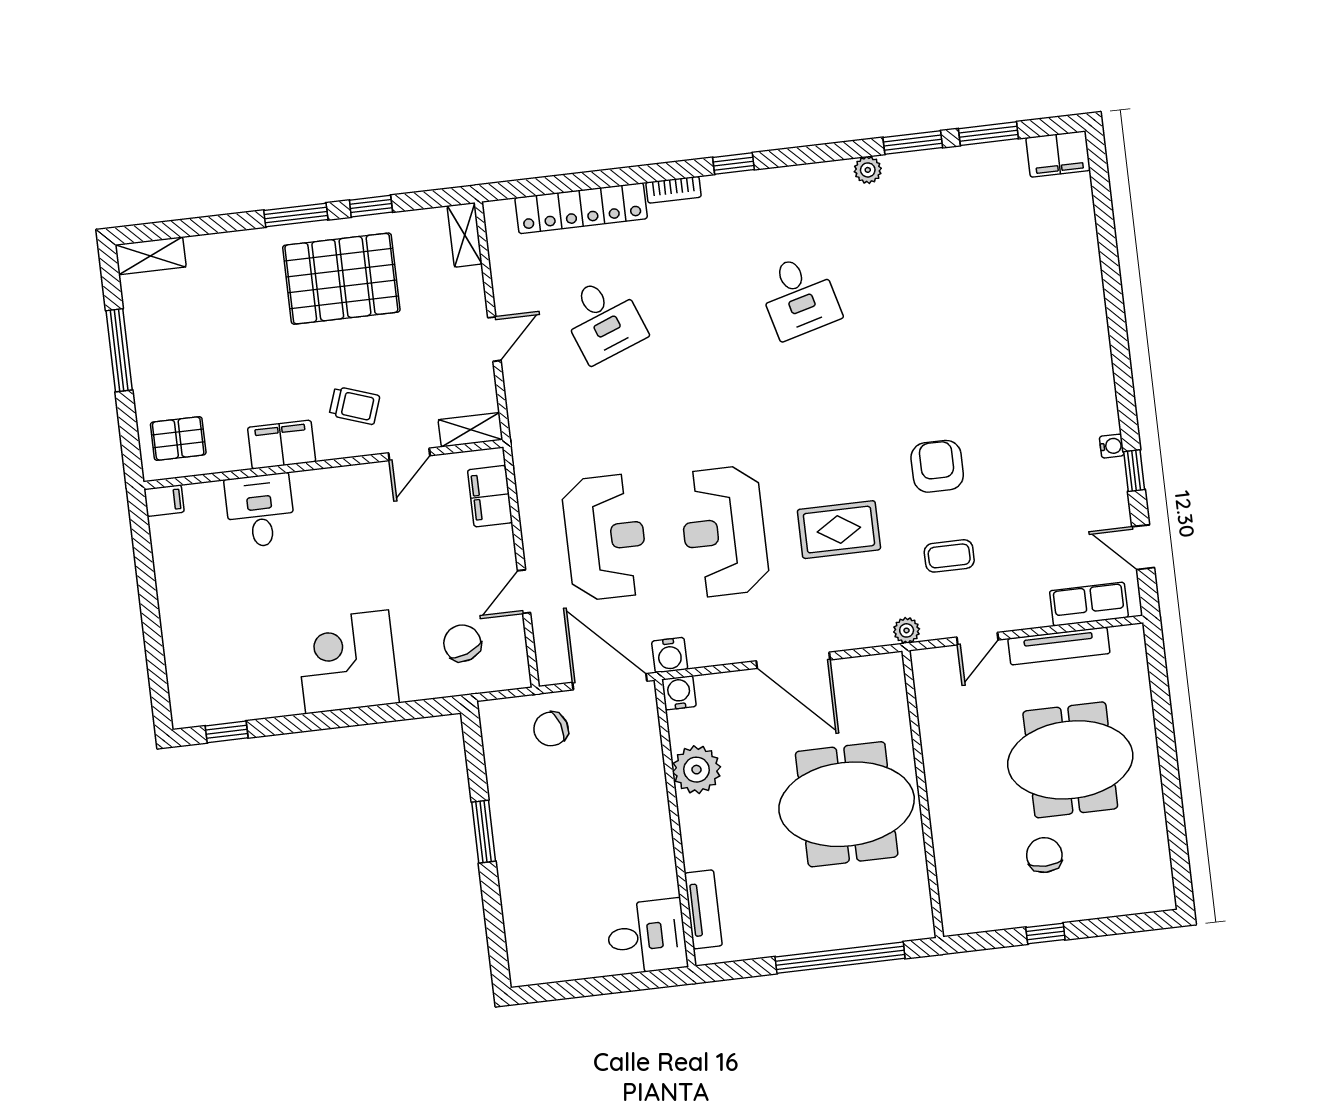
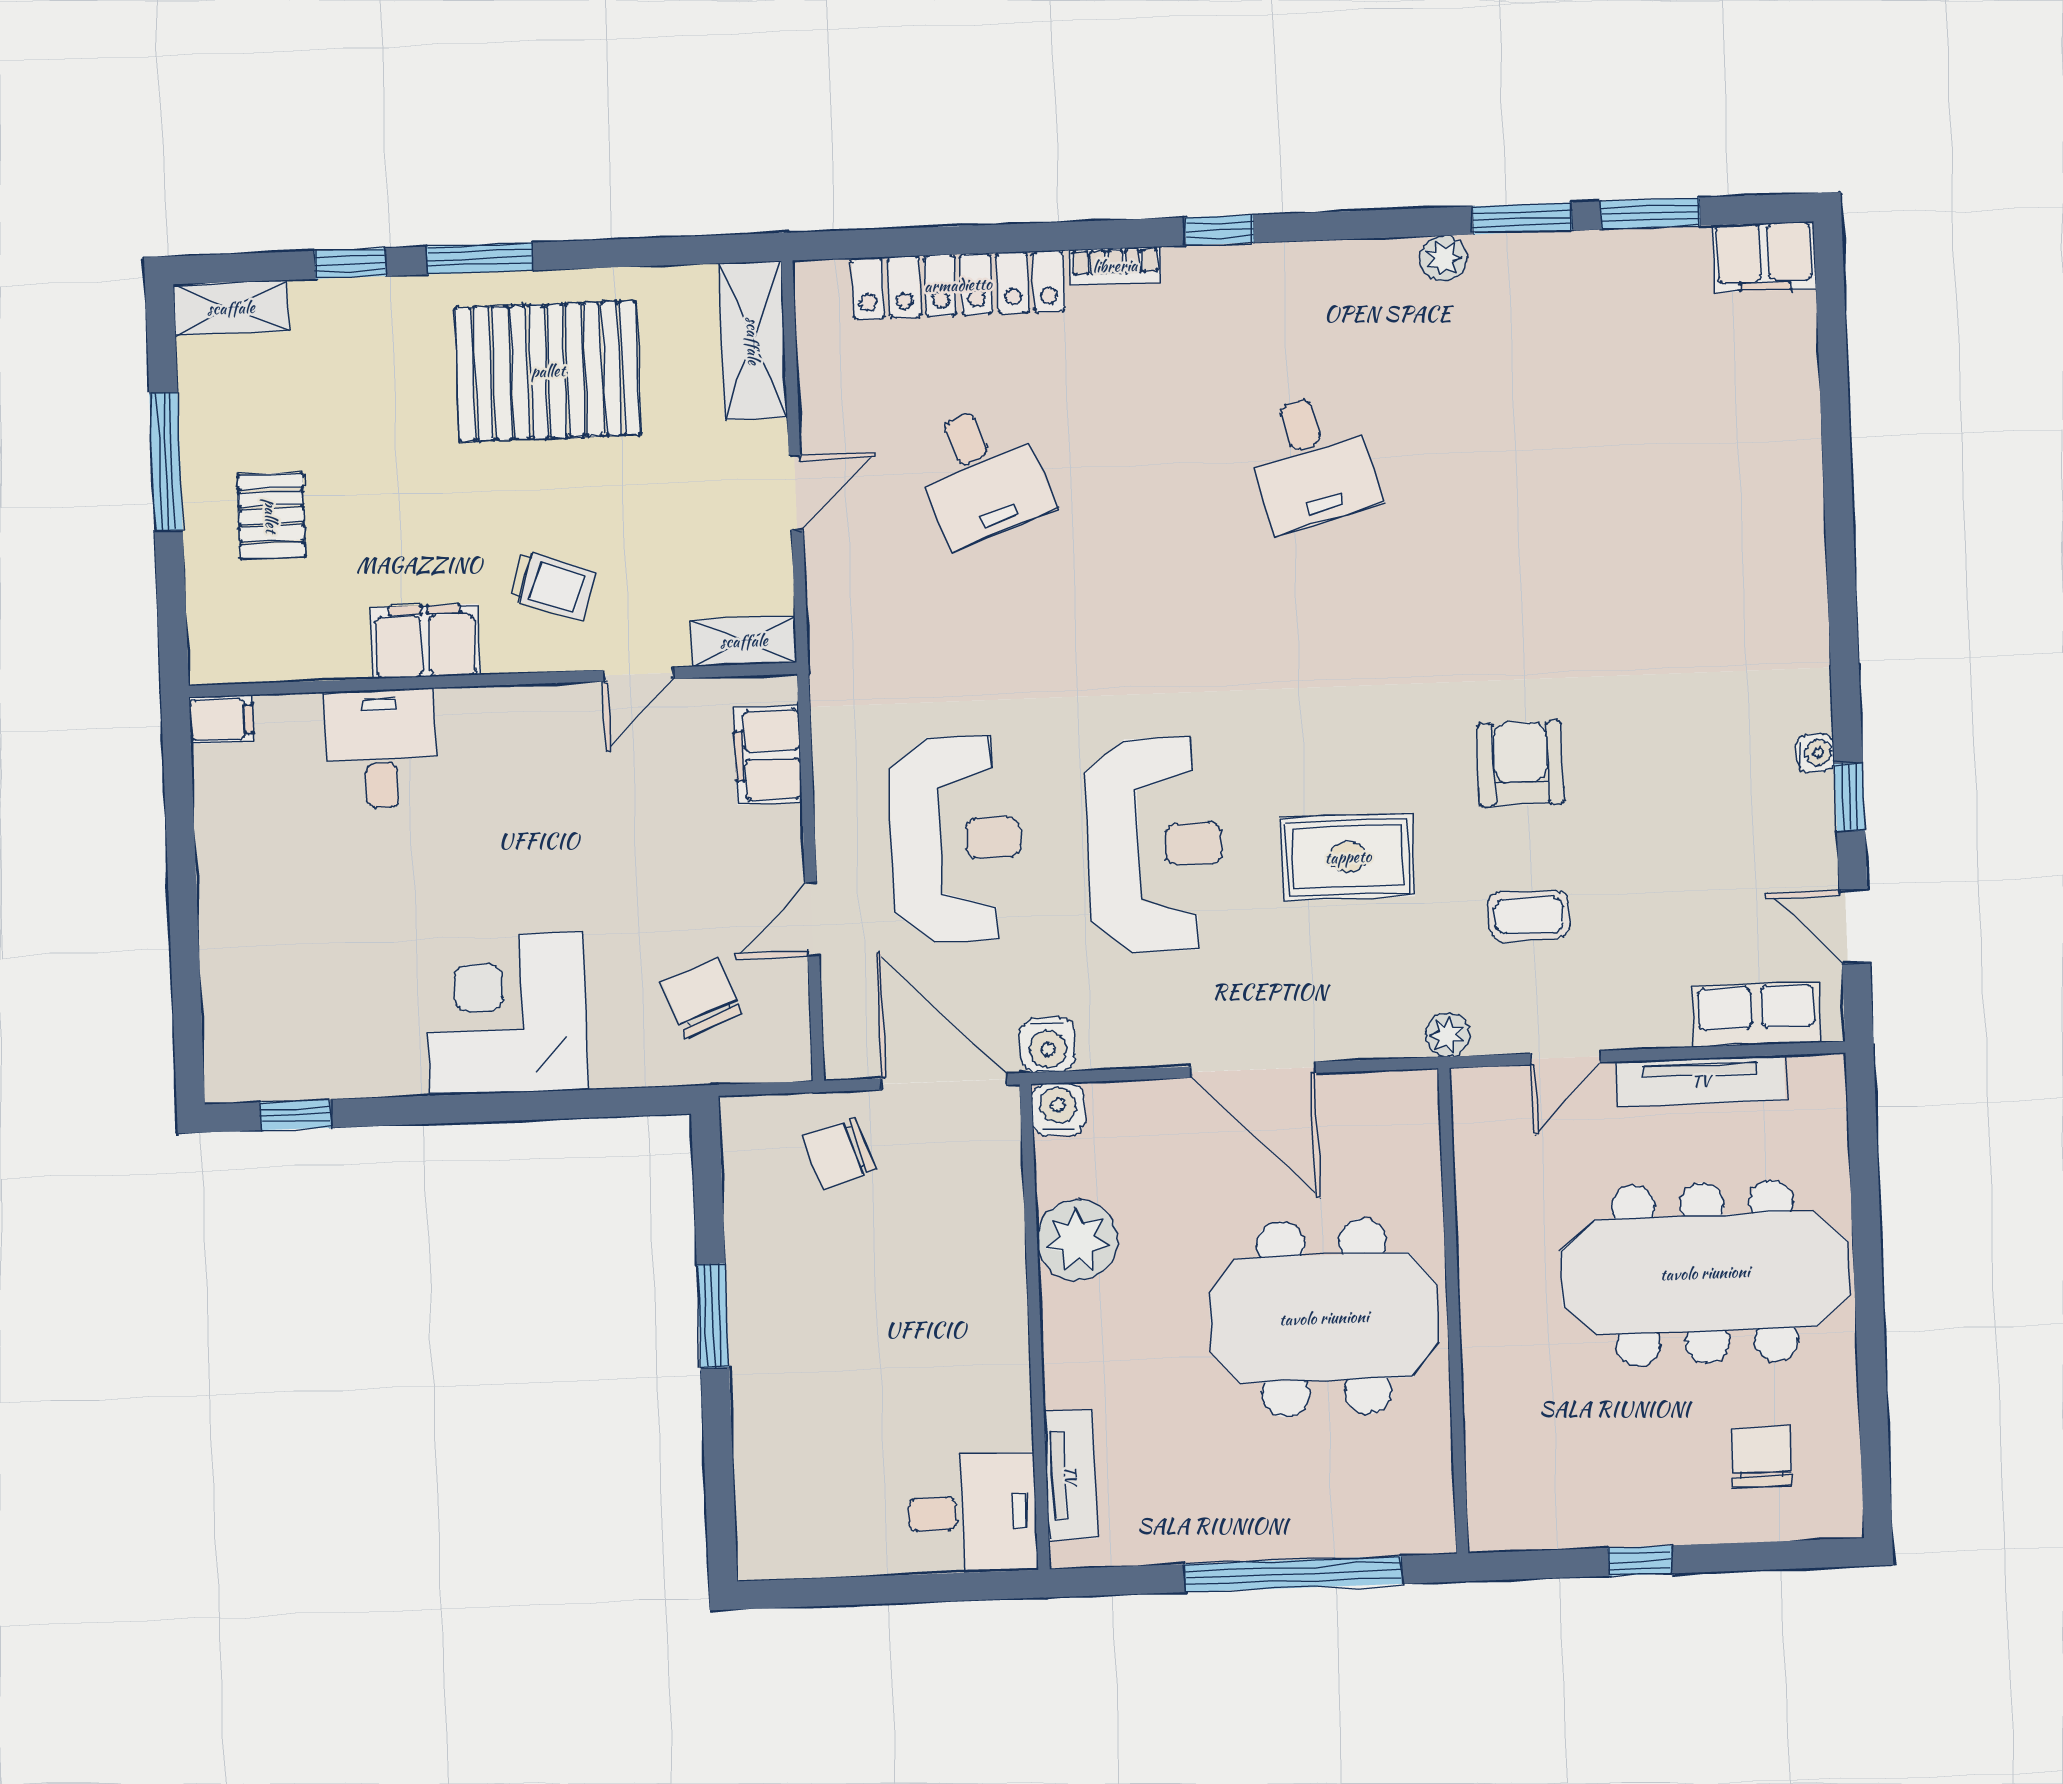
window: (371, 206) -> (350, 263), moved
shelving: (465, 235) -> (753, 341), width x1.50, depth x1.33
pallet: (178, 439) -> (271, 516), moved, turned 90
reception desk: (724, 531) -> (1155, 845), turned 180
meeting table: (1070, 760) -> (1705, 1273), width x1.36
chair: (1044, 855) -> (1761, 1457), moved

